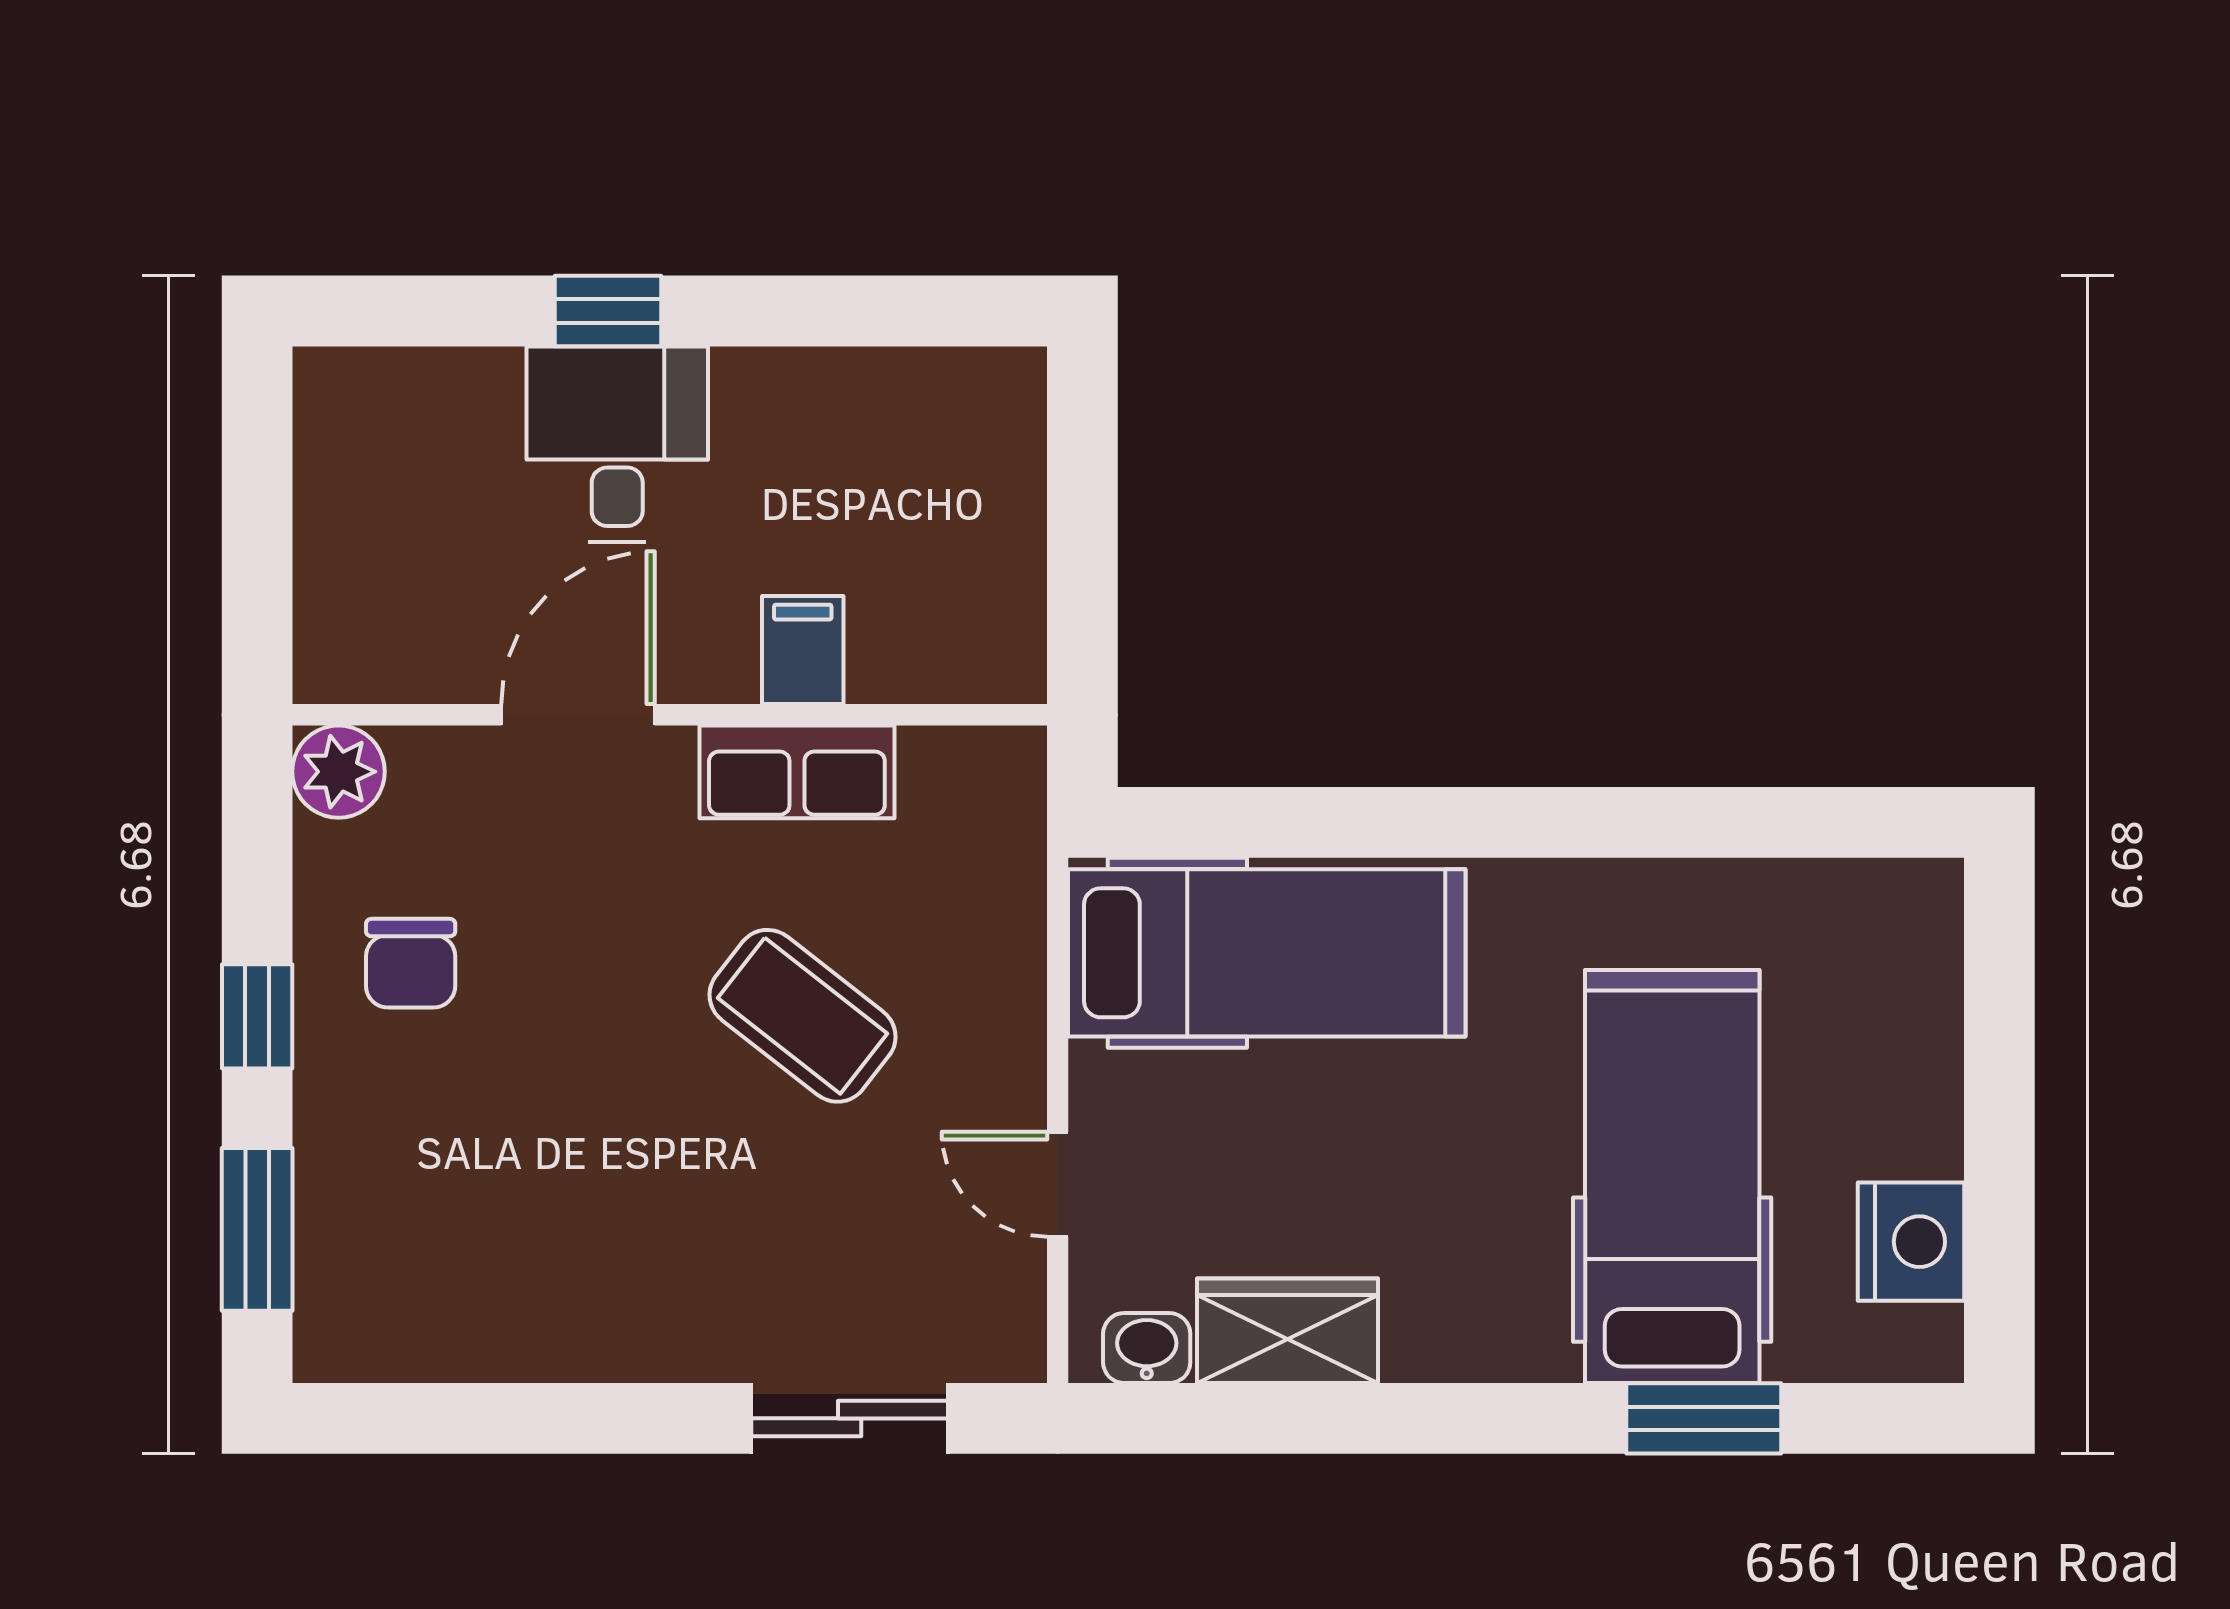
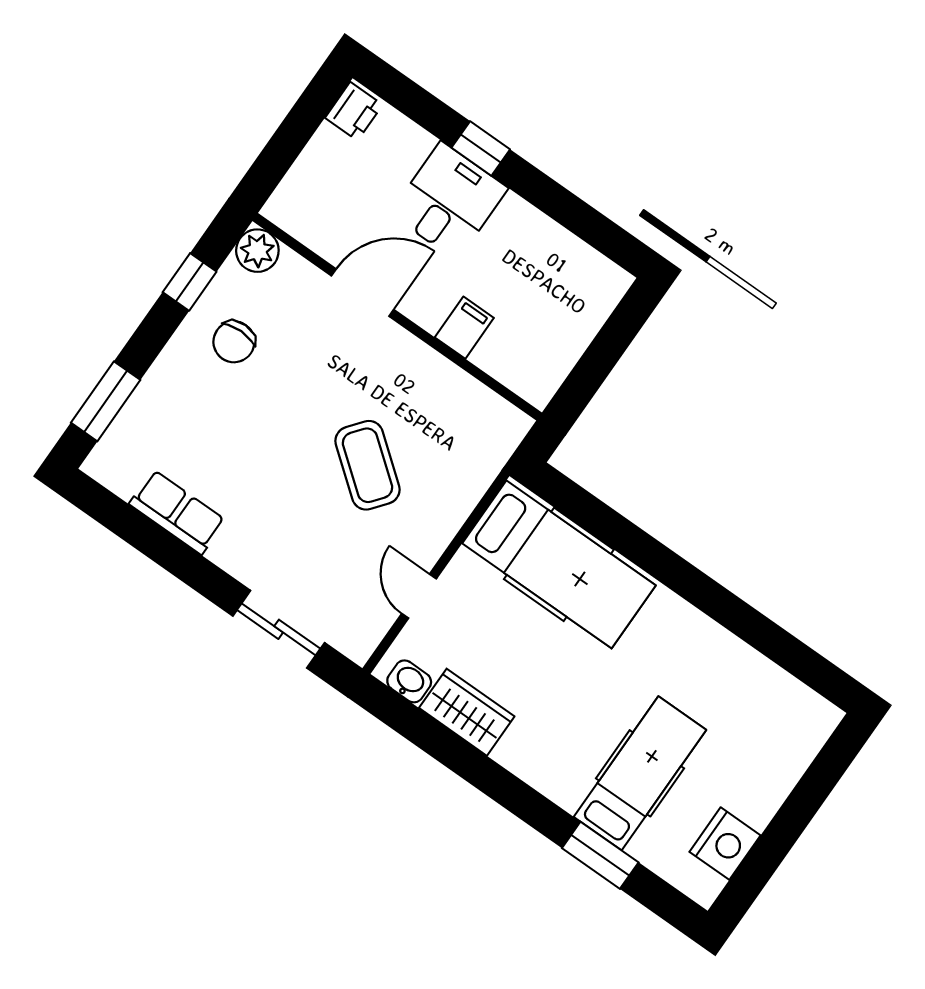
printer: (336, 403) -> (354, 111), added
row of seats: (797, 772) -> (177, 512), moved, turned 180
window: (257, 1016) -> (190, 282), moved
hospital bed: (1672, 1177) -> (640, 773), width x0.73, depth x0.78

